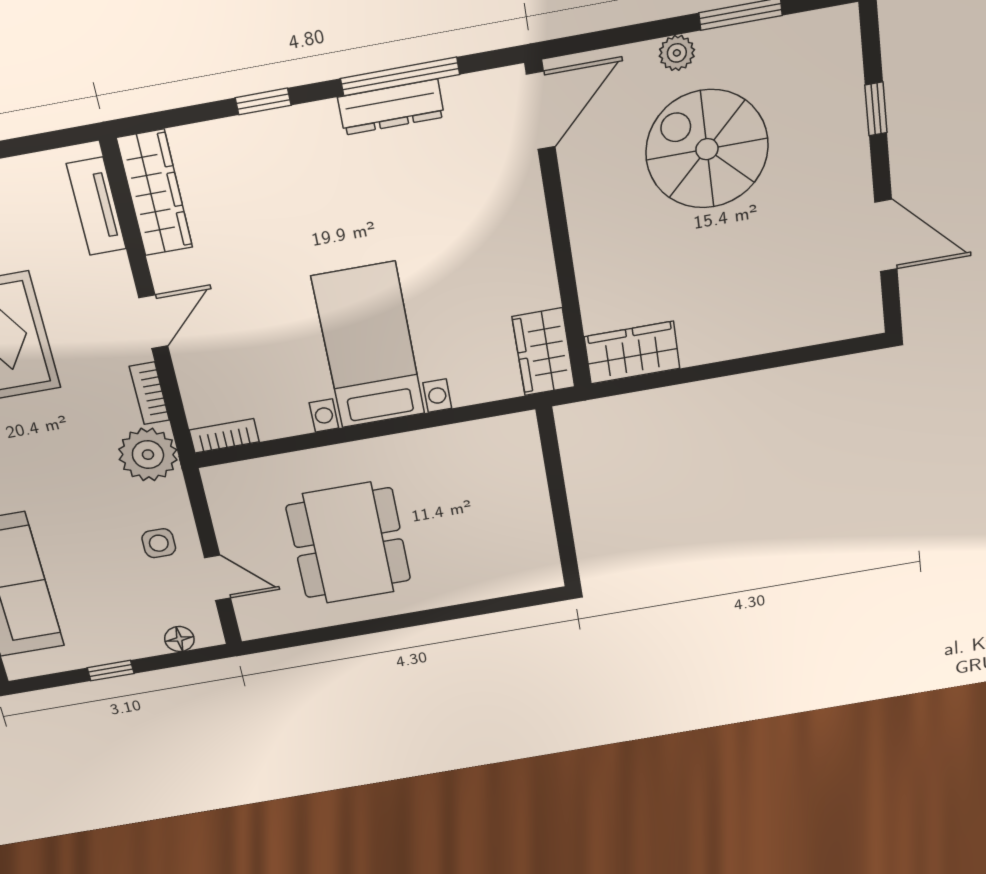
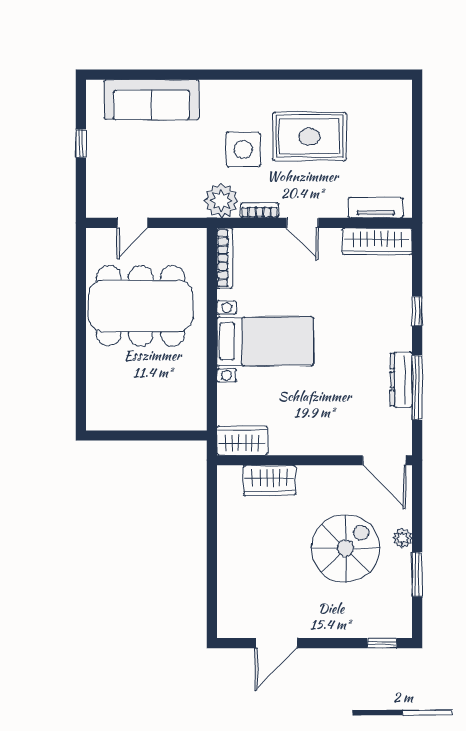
window: (876, 109) -> (382, 643), moved
wardrobe: (632, 353) -> (270, 480), moved, turned 90
bookcase: (224, 436) -> (225, 258), width x1.56
side table: (159, 543) -> (243, 149), moved, width x1.87, depth x1.87
dining table: (349, 543) -> (141, 306), width x1.36, depth x1.24
floor lamp: (179, 639) -> (95, 190), removed

